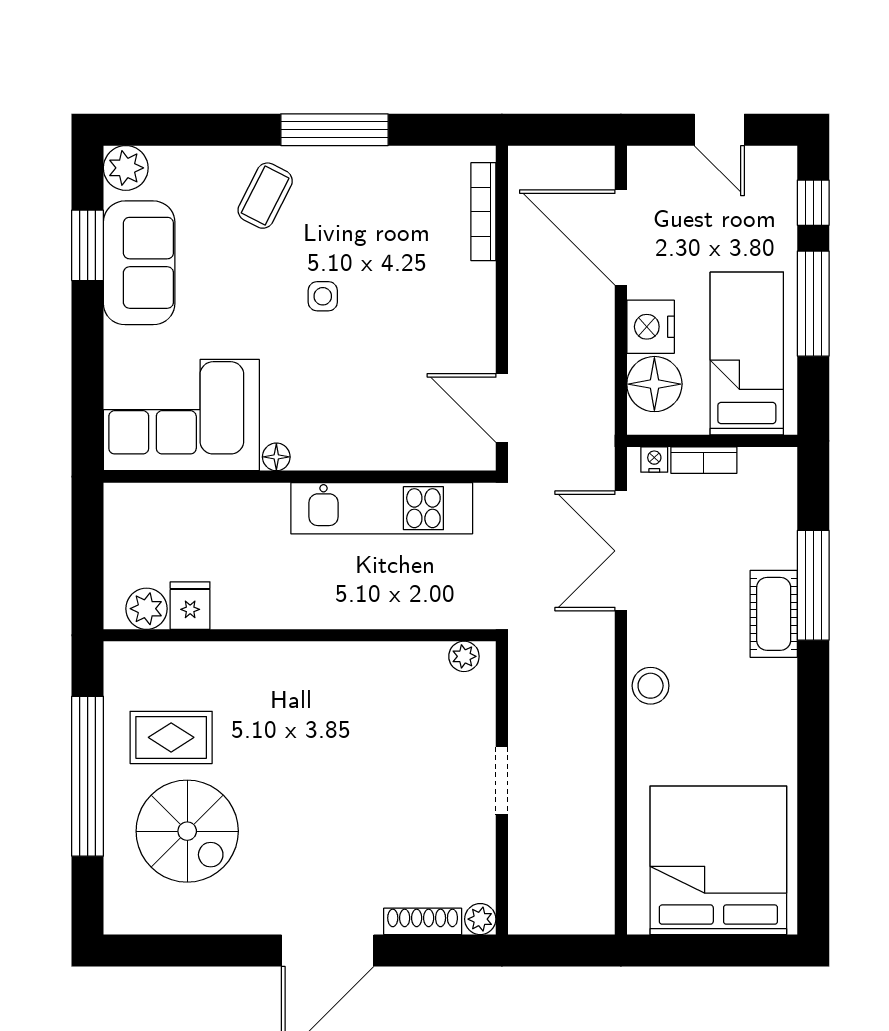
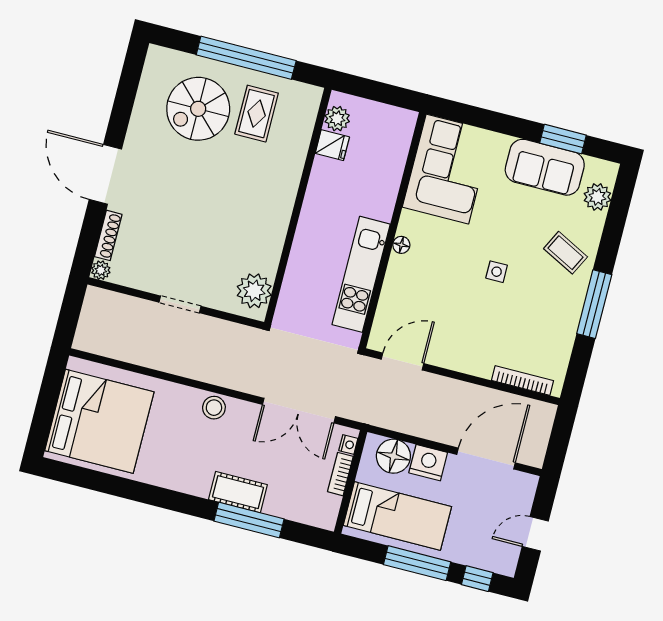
plant: (126, 168) -> (597, 197), moved
floor lamp: (276, 457) -> (401, 245), moved
double door: (621, 551) -> (299, 411), swing flipped
plant: (464, 656) -> (254, 291), width x1.88, depth x1.88

